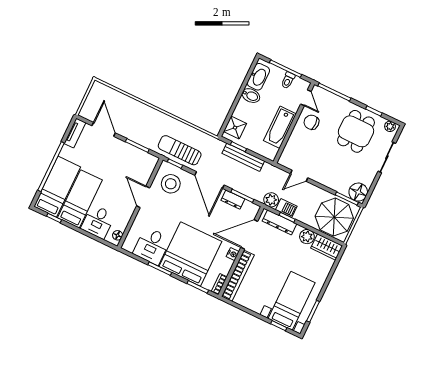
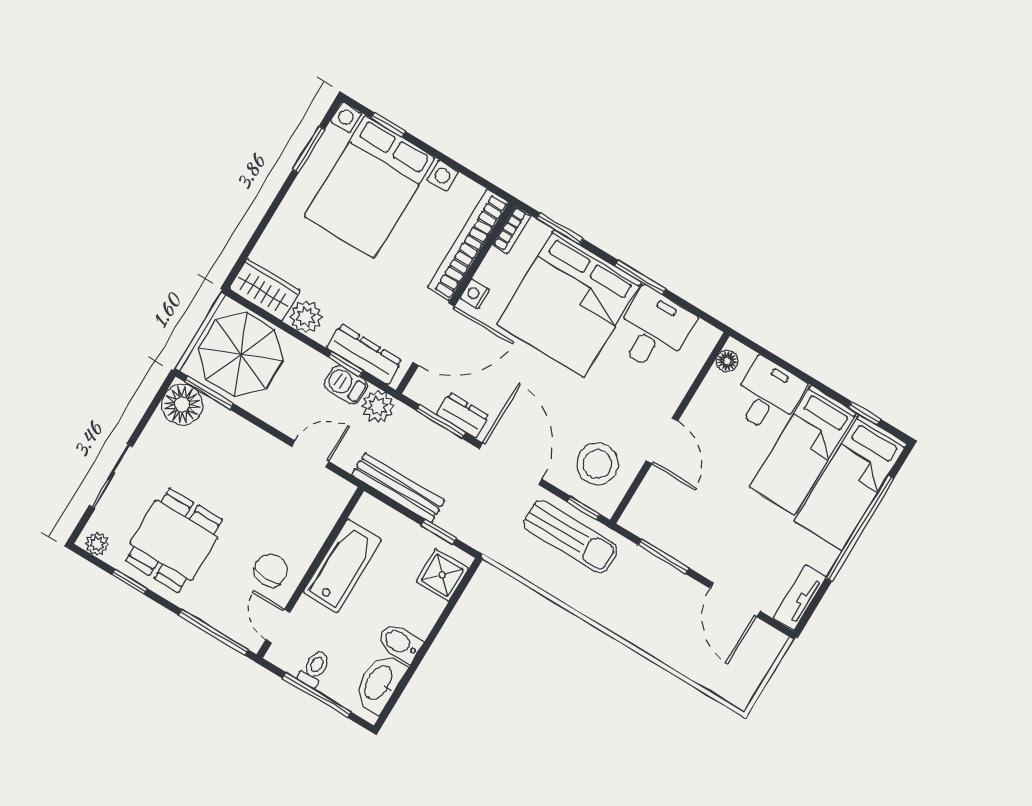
chair: (311, 122) -> (271, 570), turned -90
bench: (243, 157) -> (398, 488), moved
bed with nightstands: (292, 301) -> (370, 187), width x1.36

